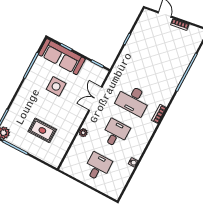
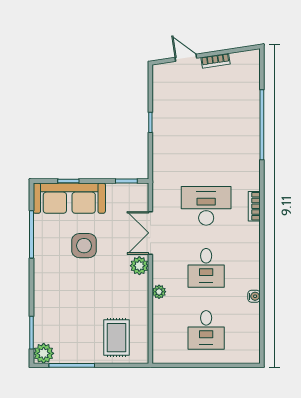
desk: (133, 100) -> (206, 206), turned 180
plant: (80, 113) -> (139, 266), added
rug: (42, 130) -> (117, 338), moved, turned 90
desk: (115, 133) -> (206, 268), turned 180
desk: (98, 167) -> (206, 330), turned 180

